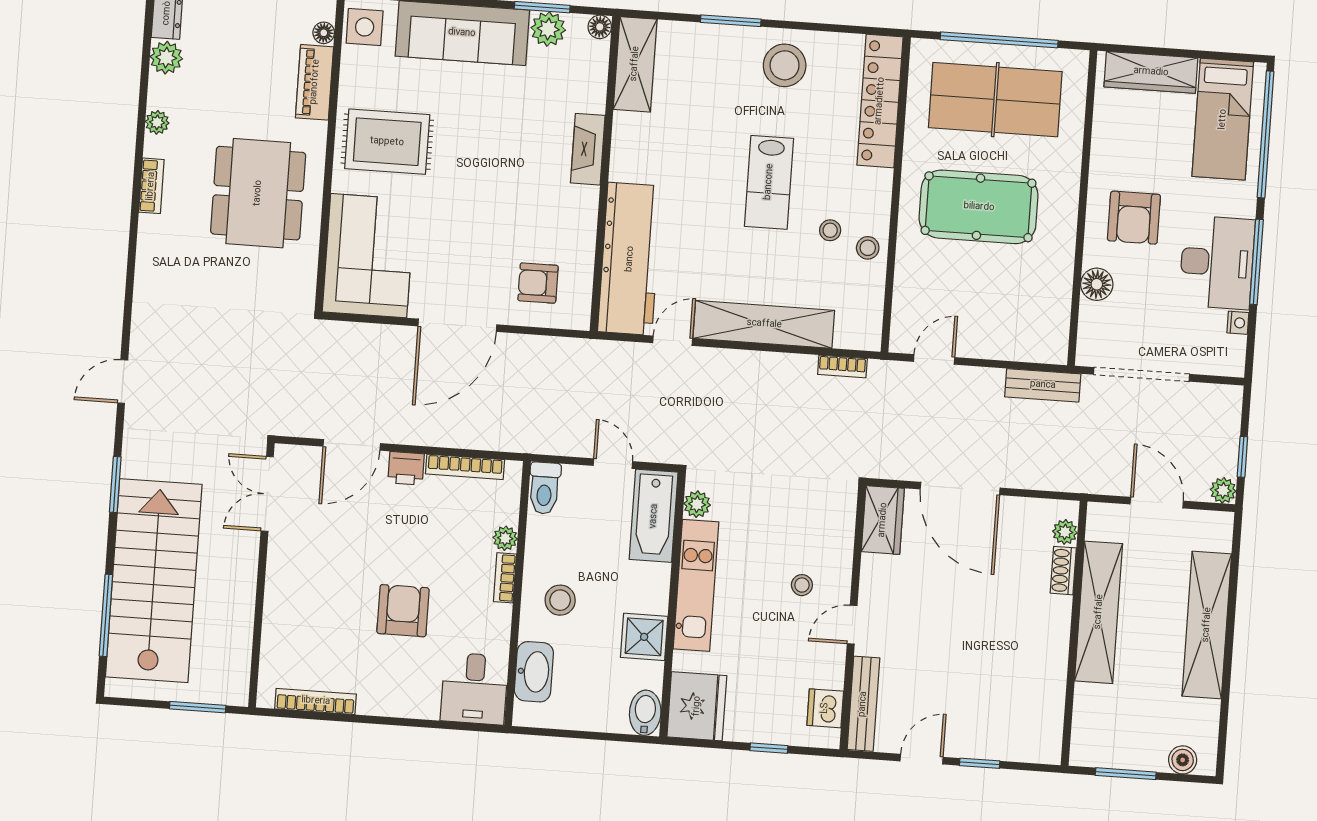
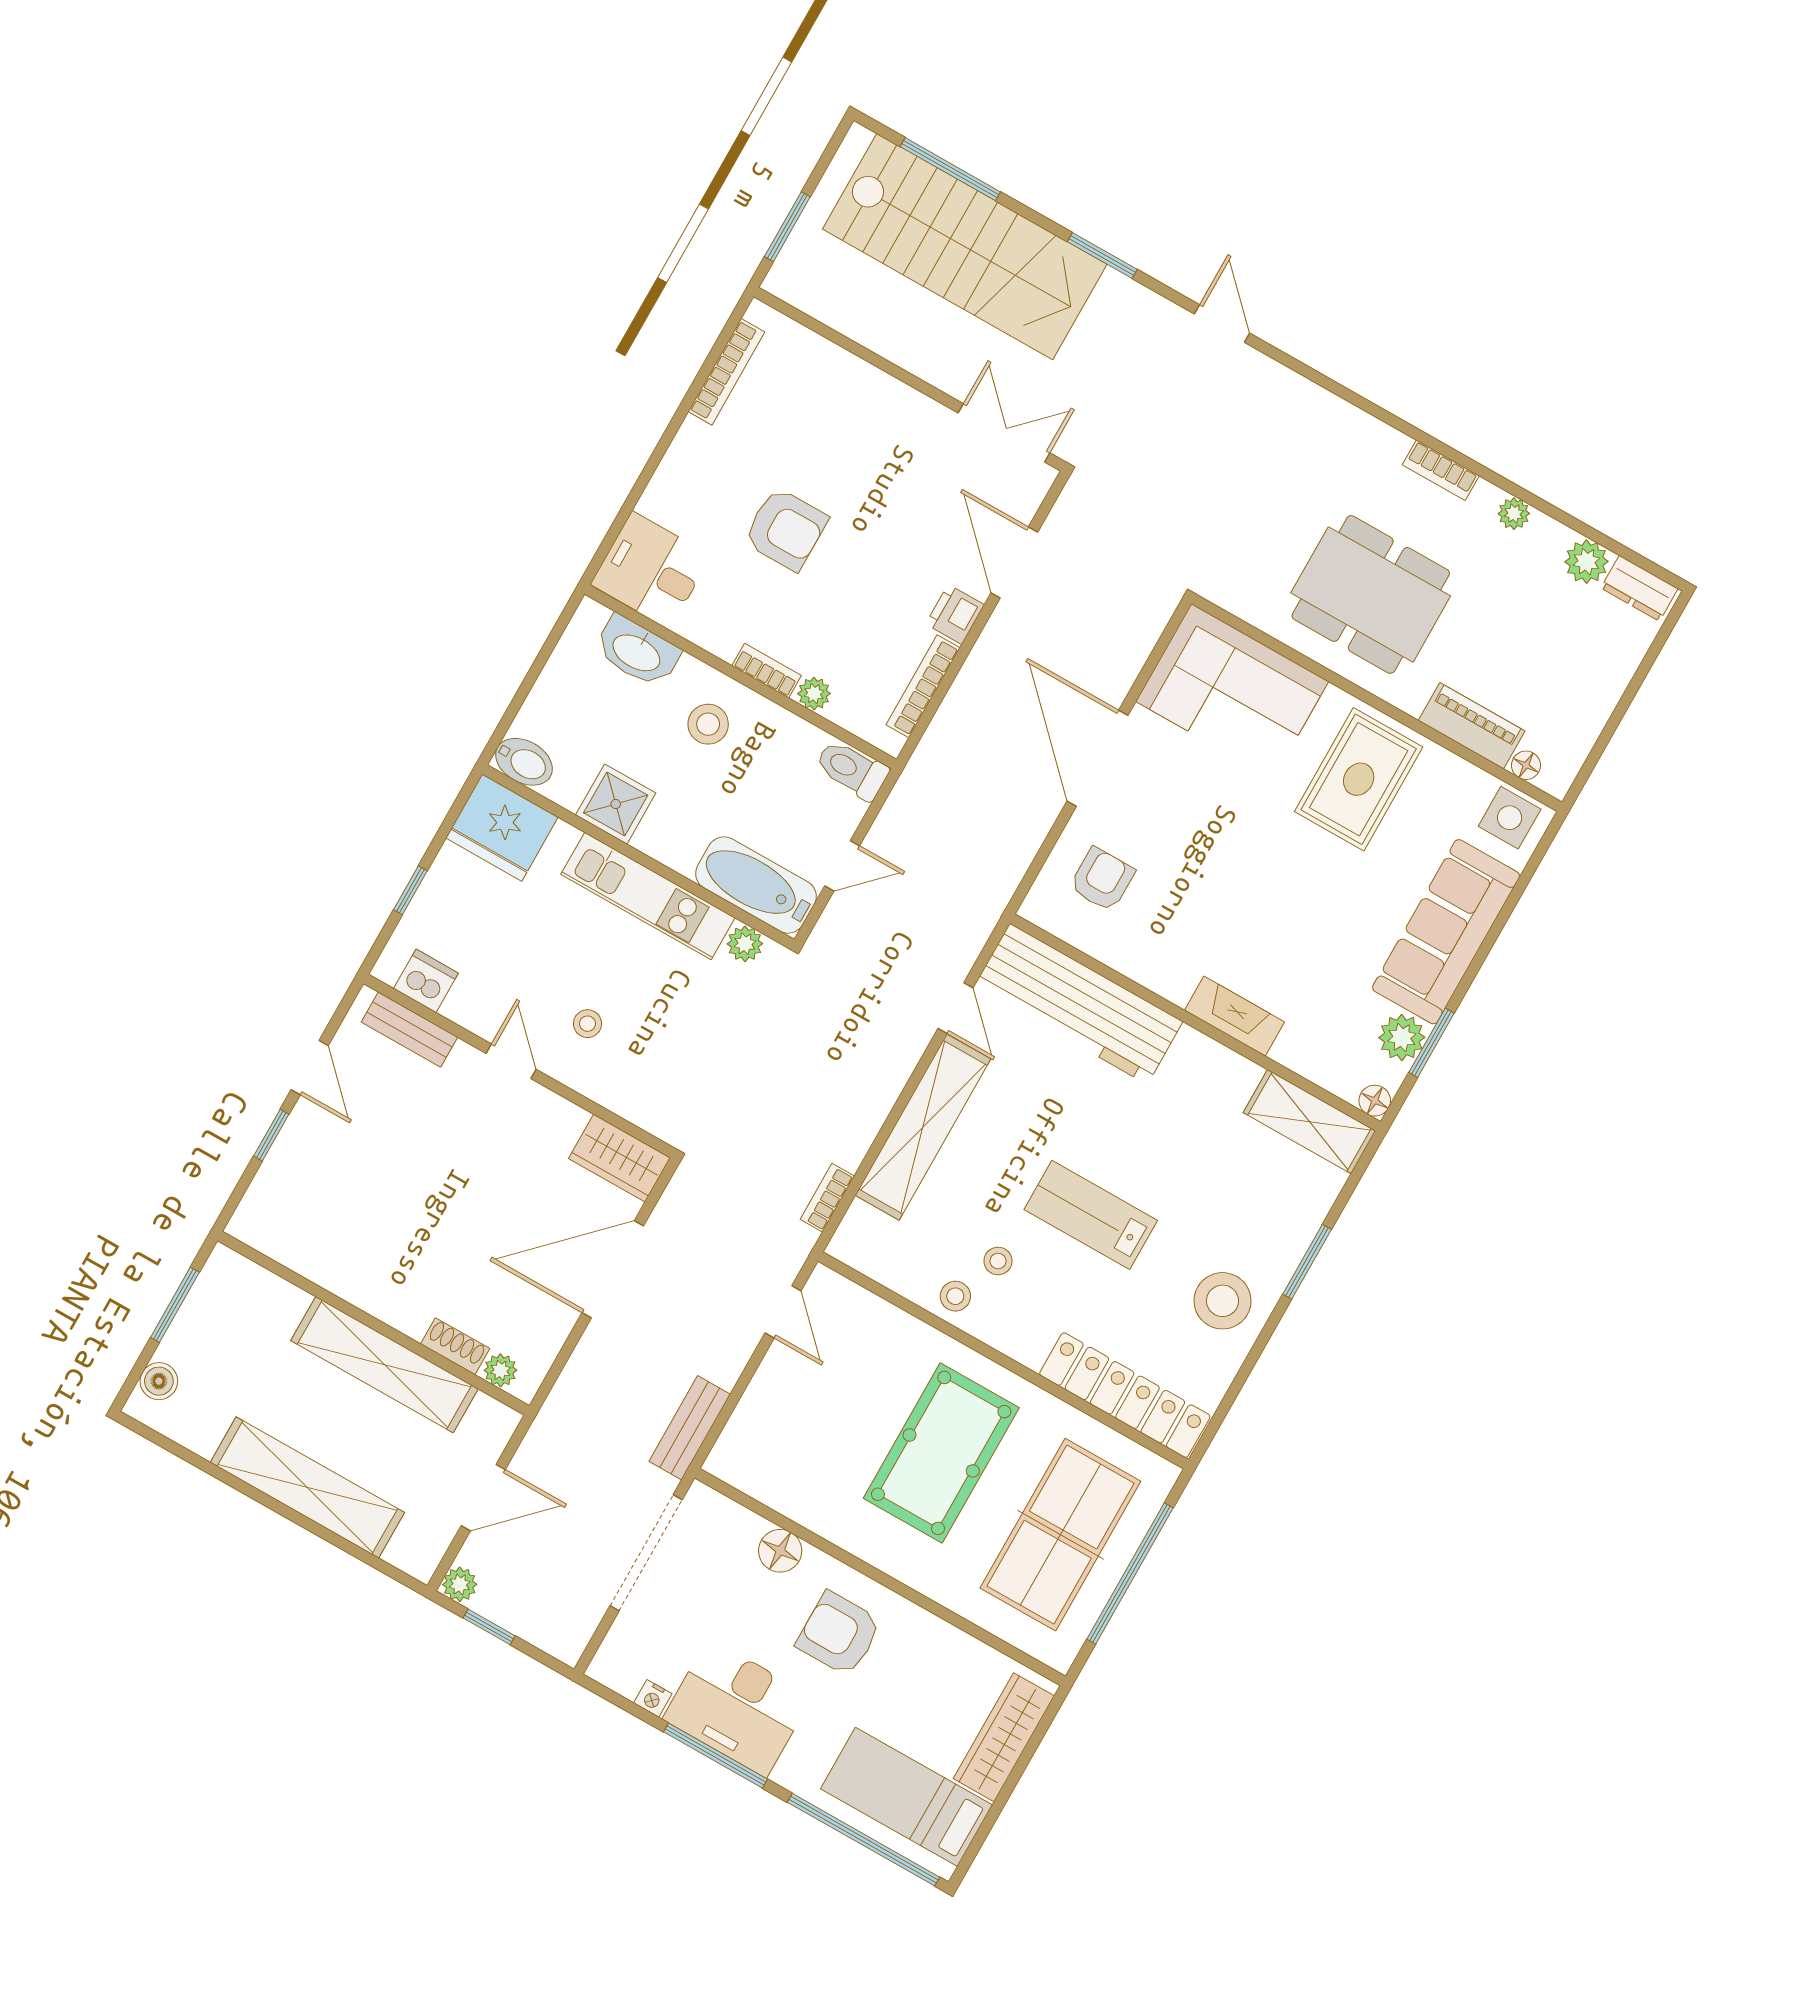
bench: (863, 704) -> (410, 1030), width x0.73

